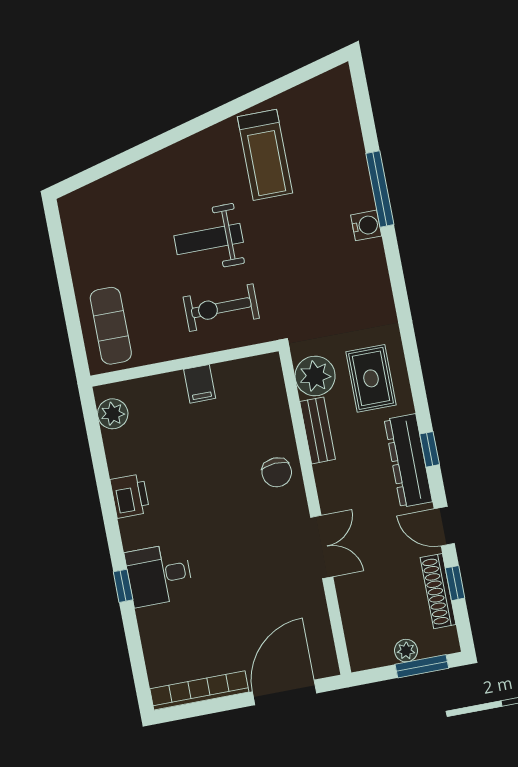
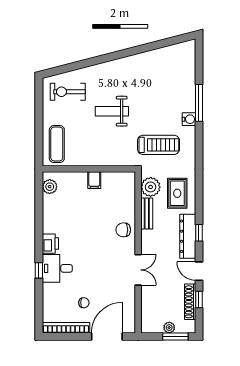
treadmill: (265, 155) -> (158, 145), moved, turned -90
exercise bike: (221, 308) -> (68, 92), moved
chair: (277, 472) -> (123, 230), turned 93
printer: (130, 496) -> (50, 244), moved
chair: (226, 634) -> (84, 303), added

